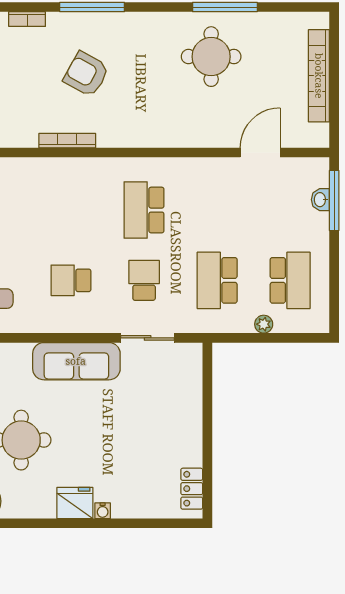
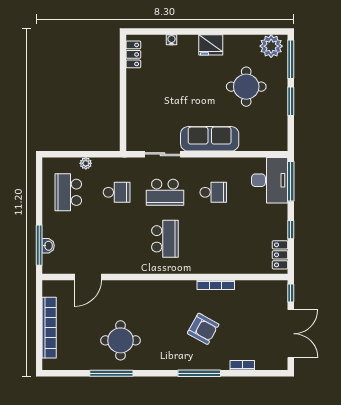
school desk: (144, 280) -> (165, 192), width x1.85
school desk: (217, 280) -> (117, 192), width x0.54
water cooler: (103, 511) -> (172, 40), moved

